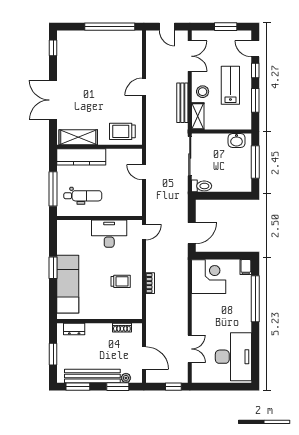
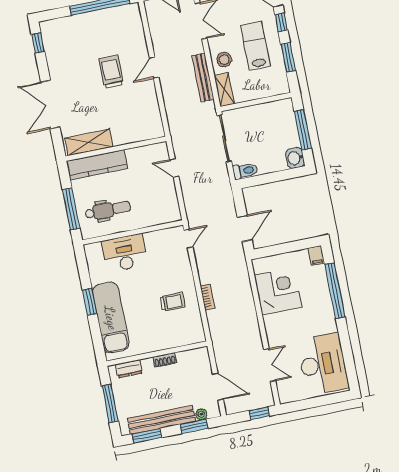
trolley: (122, 131) -> (111, 72), moved, turned 90
washbasin: (237, 140) -> (295, 158), moved, turned 90
desk: (109, 234) -> (125, 253), moved
corner desk: (209, 277) -> (278, 291), moved
shoe rack: (122, 328) -> (165, 360), moved
window: (53, 354) -> (110, 403), width x1.44

